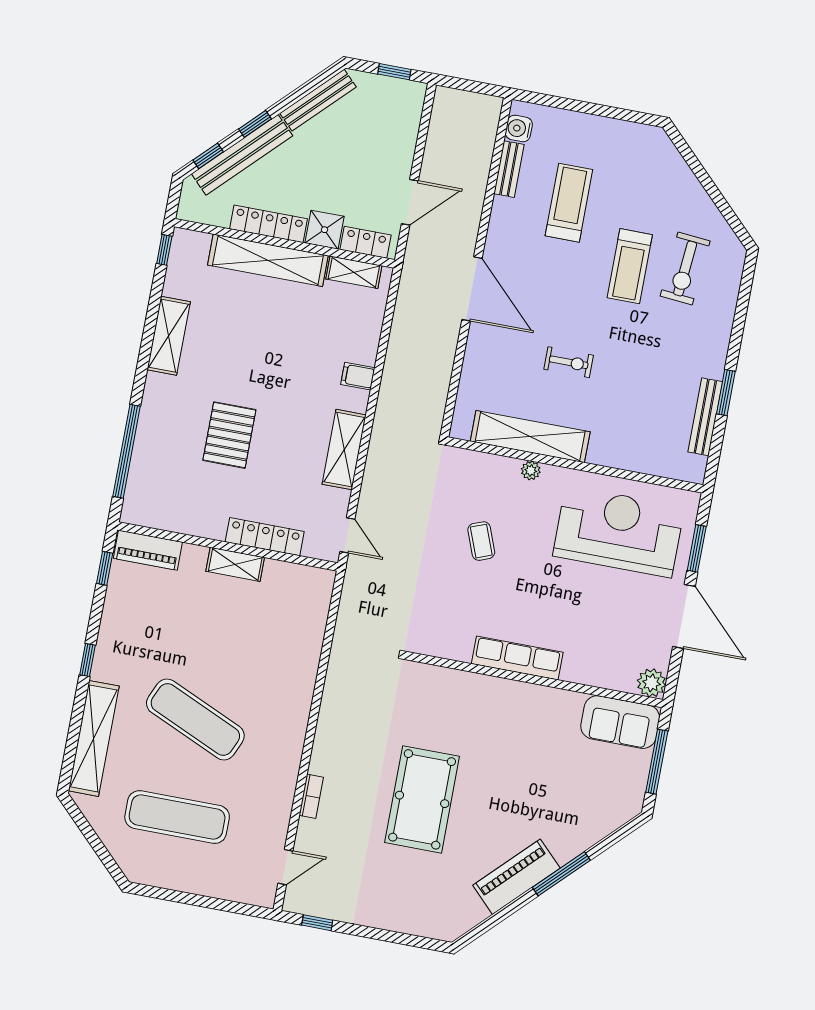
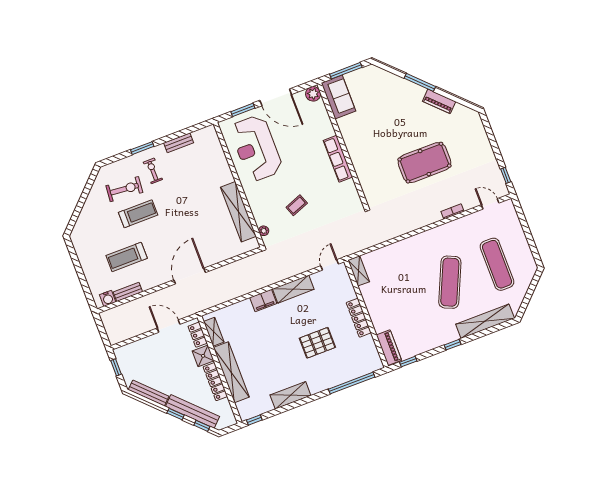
exercise bike: (569, 362) -> (153, 171), moved
filing cabinet: (358, 376) -> (263, 301), width x2.00
window: (726, 393) -> (142, 148), moved
bench: (705, 417) -> (179, 143), width x0.73
plant: (531, 471) -> (264, 231), moved
locker: (265, 537) -> (359, 318), moved
shelving: (235, 564) -> (359, 271), moved
door: (684, 616) -> (276, 97), swing flipped
piano: (516, 877) -> (439, 101), width x0.73, depth x0.75

